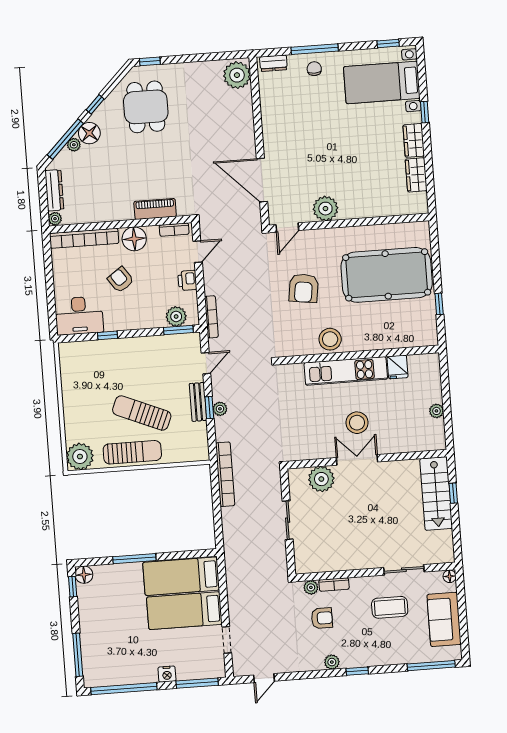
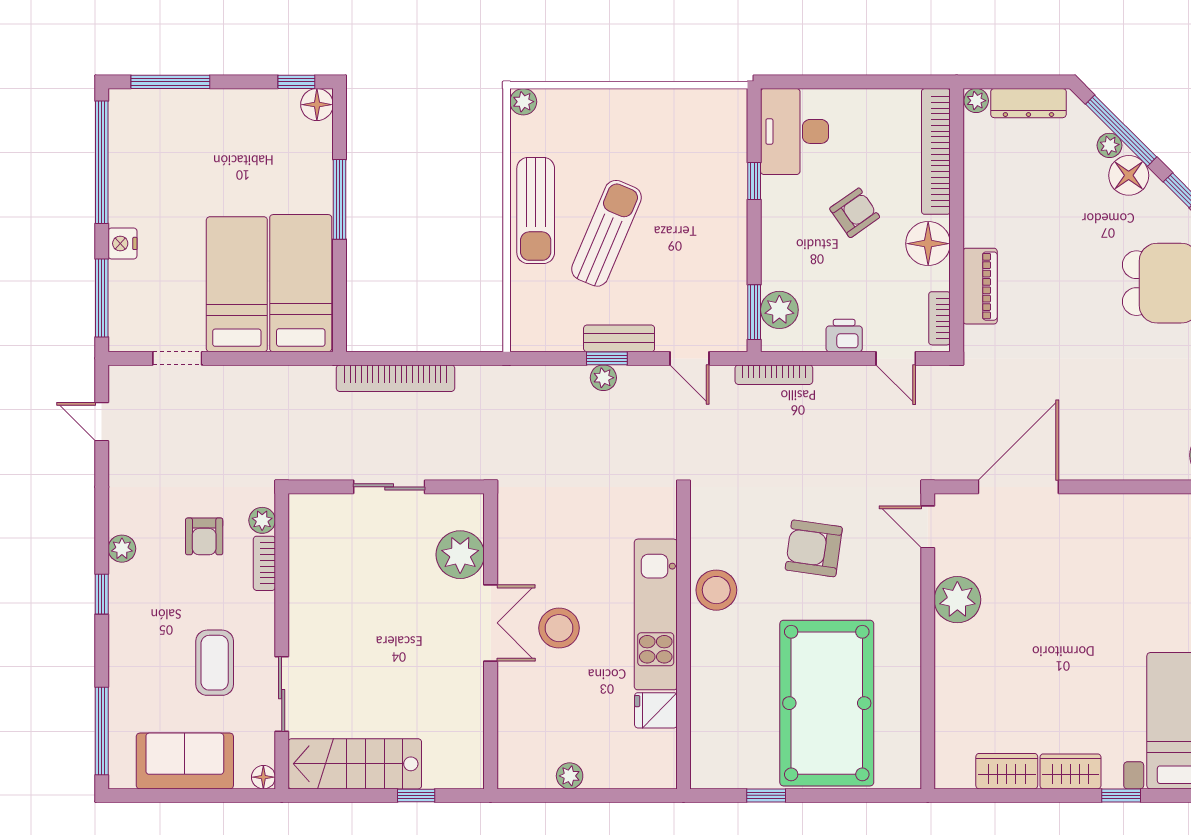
plant: (80, 457) -> (523, 102), width x0.53, depth x0.53
bookcase: (225, 474) -> (395, 378), moved
stairs: (436, 494) -> (355, 764), moved

